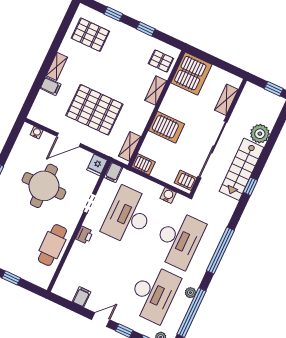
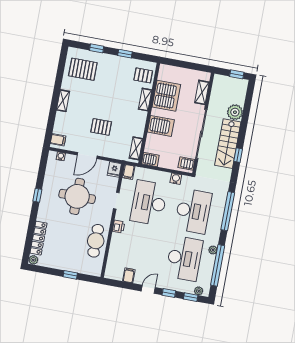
server rack: (191, 74) -> (166, 96), moved
filing cabinet: (51, 86) -> (58, 140), moved
pallet: (94, 110) -> (101, 127), width x0.49, depth x0.50

